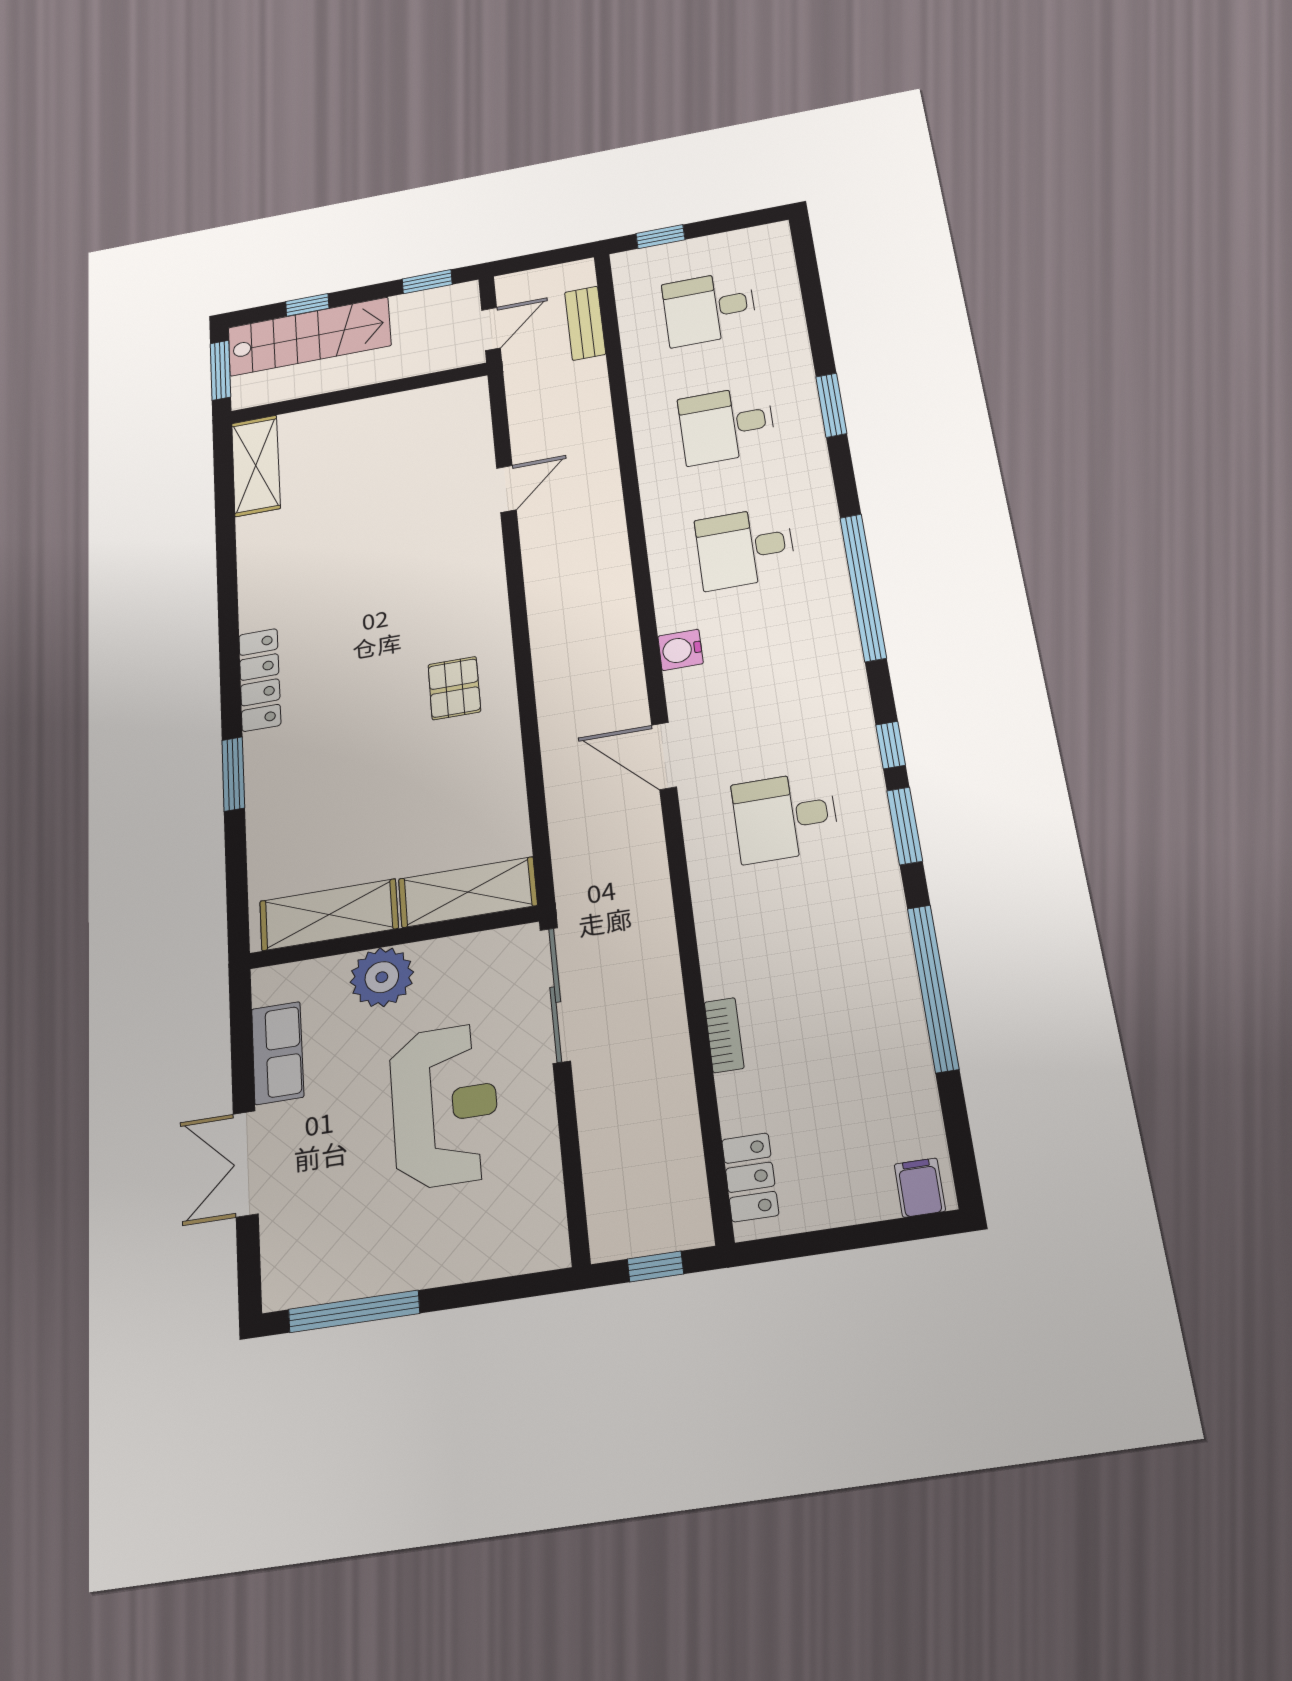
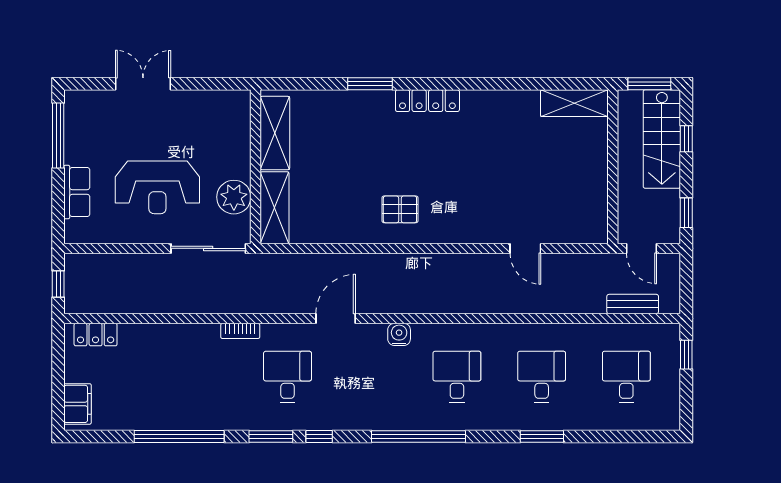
plant: (382, 977) -> (234, 197), moved
bookcase: (724, 1035) -> (240, 331), moved
row of seats: (278, 1053) -> (77, 192), moved, turned -90
filing cabinet: (920, 1188) -> (78, 404), width x2.00

